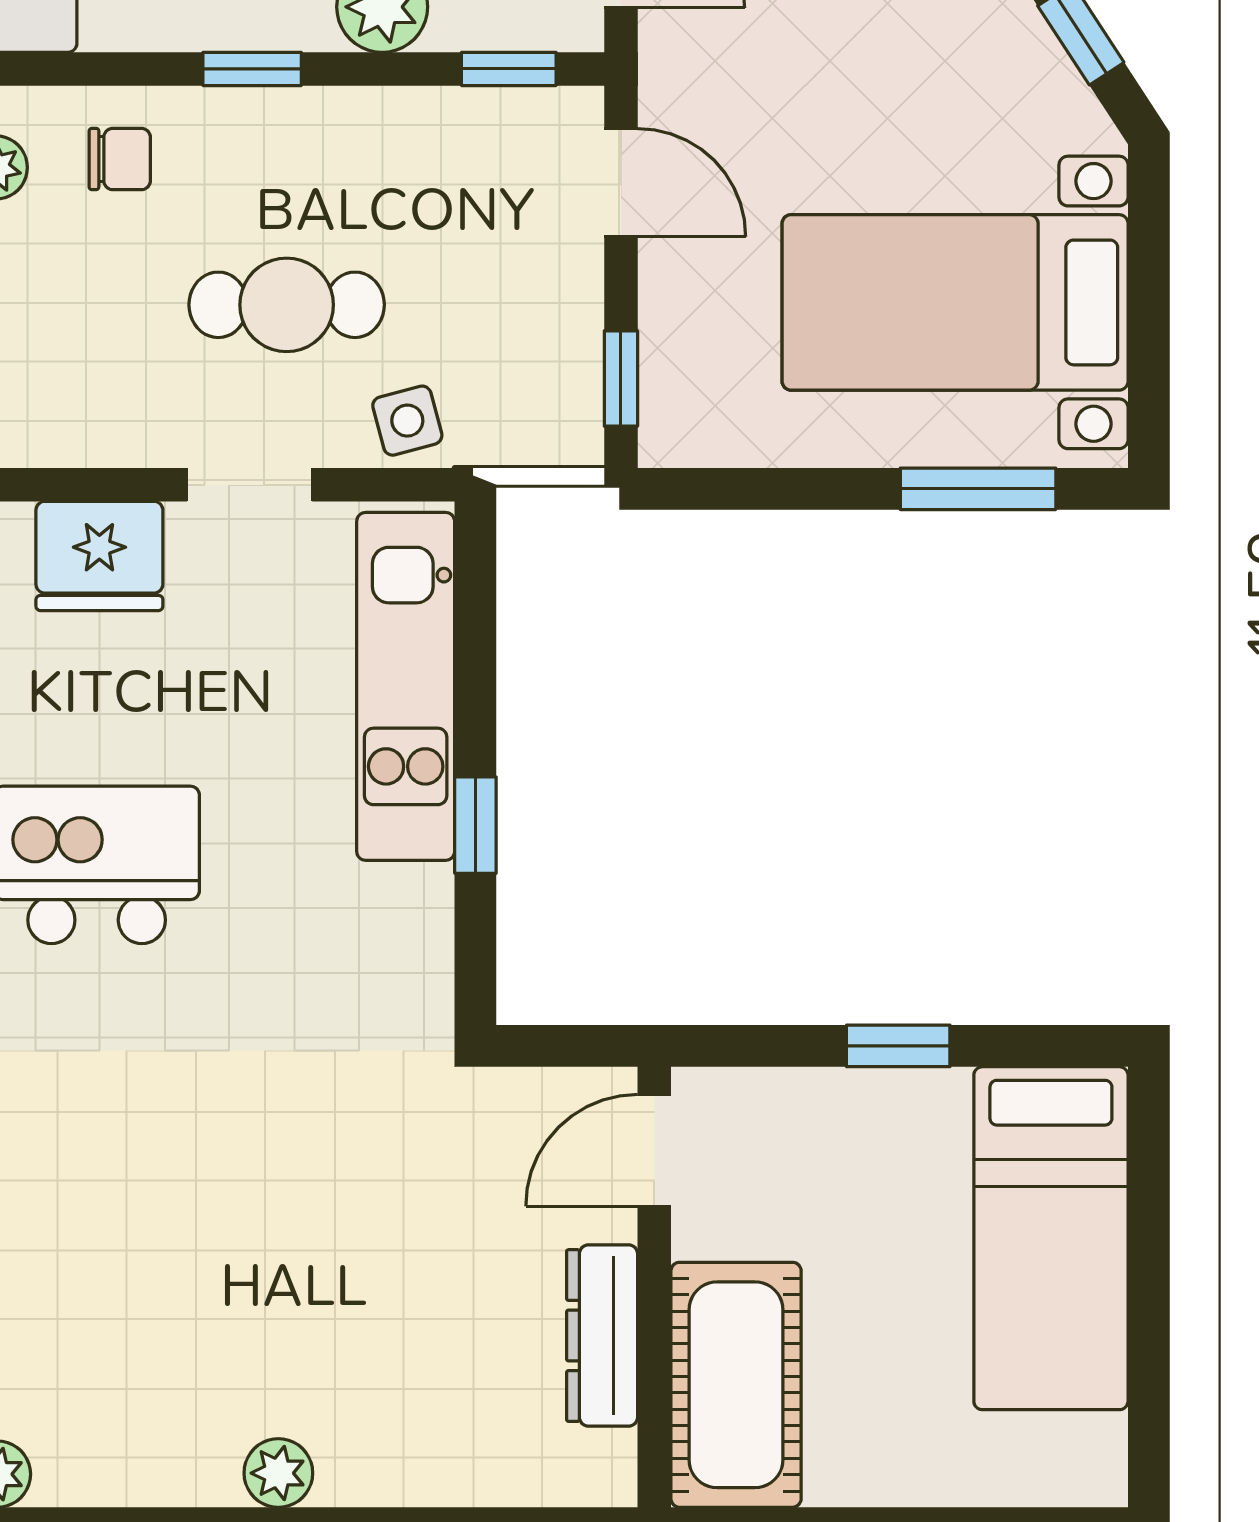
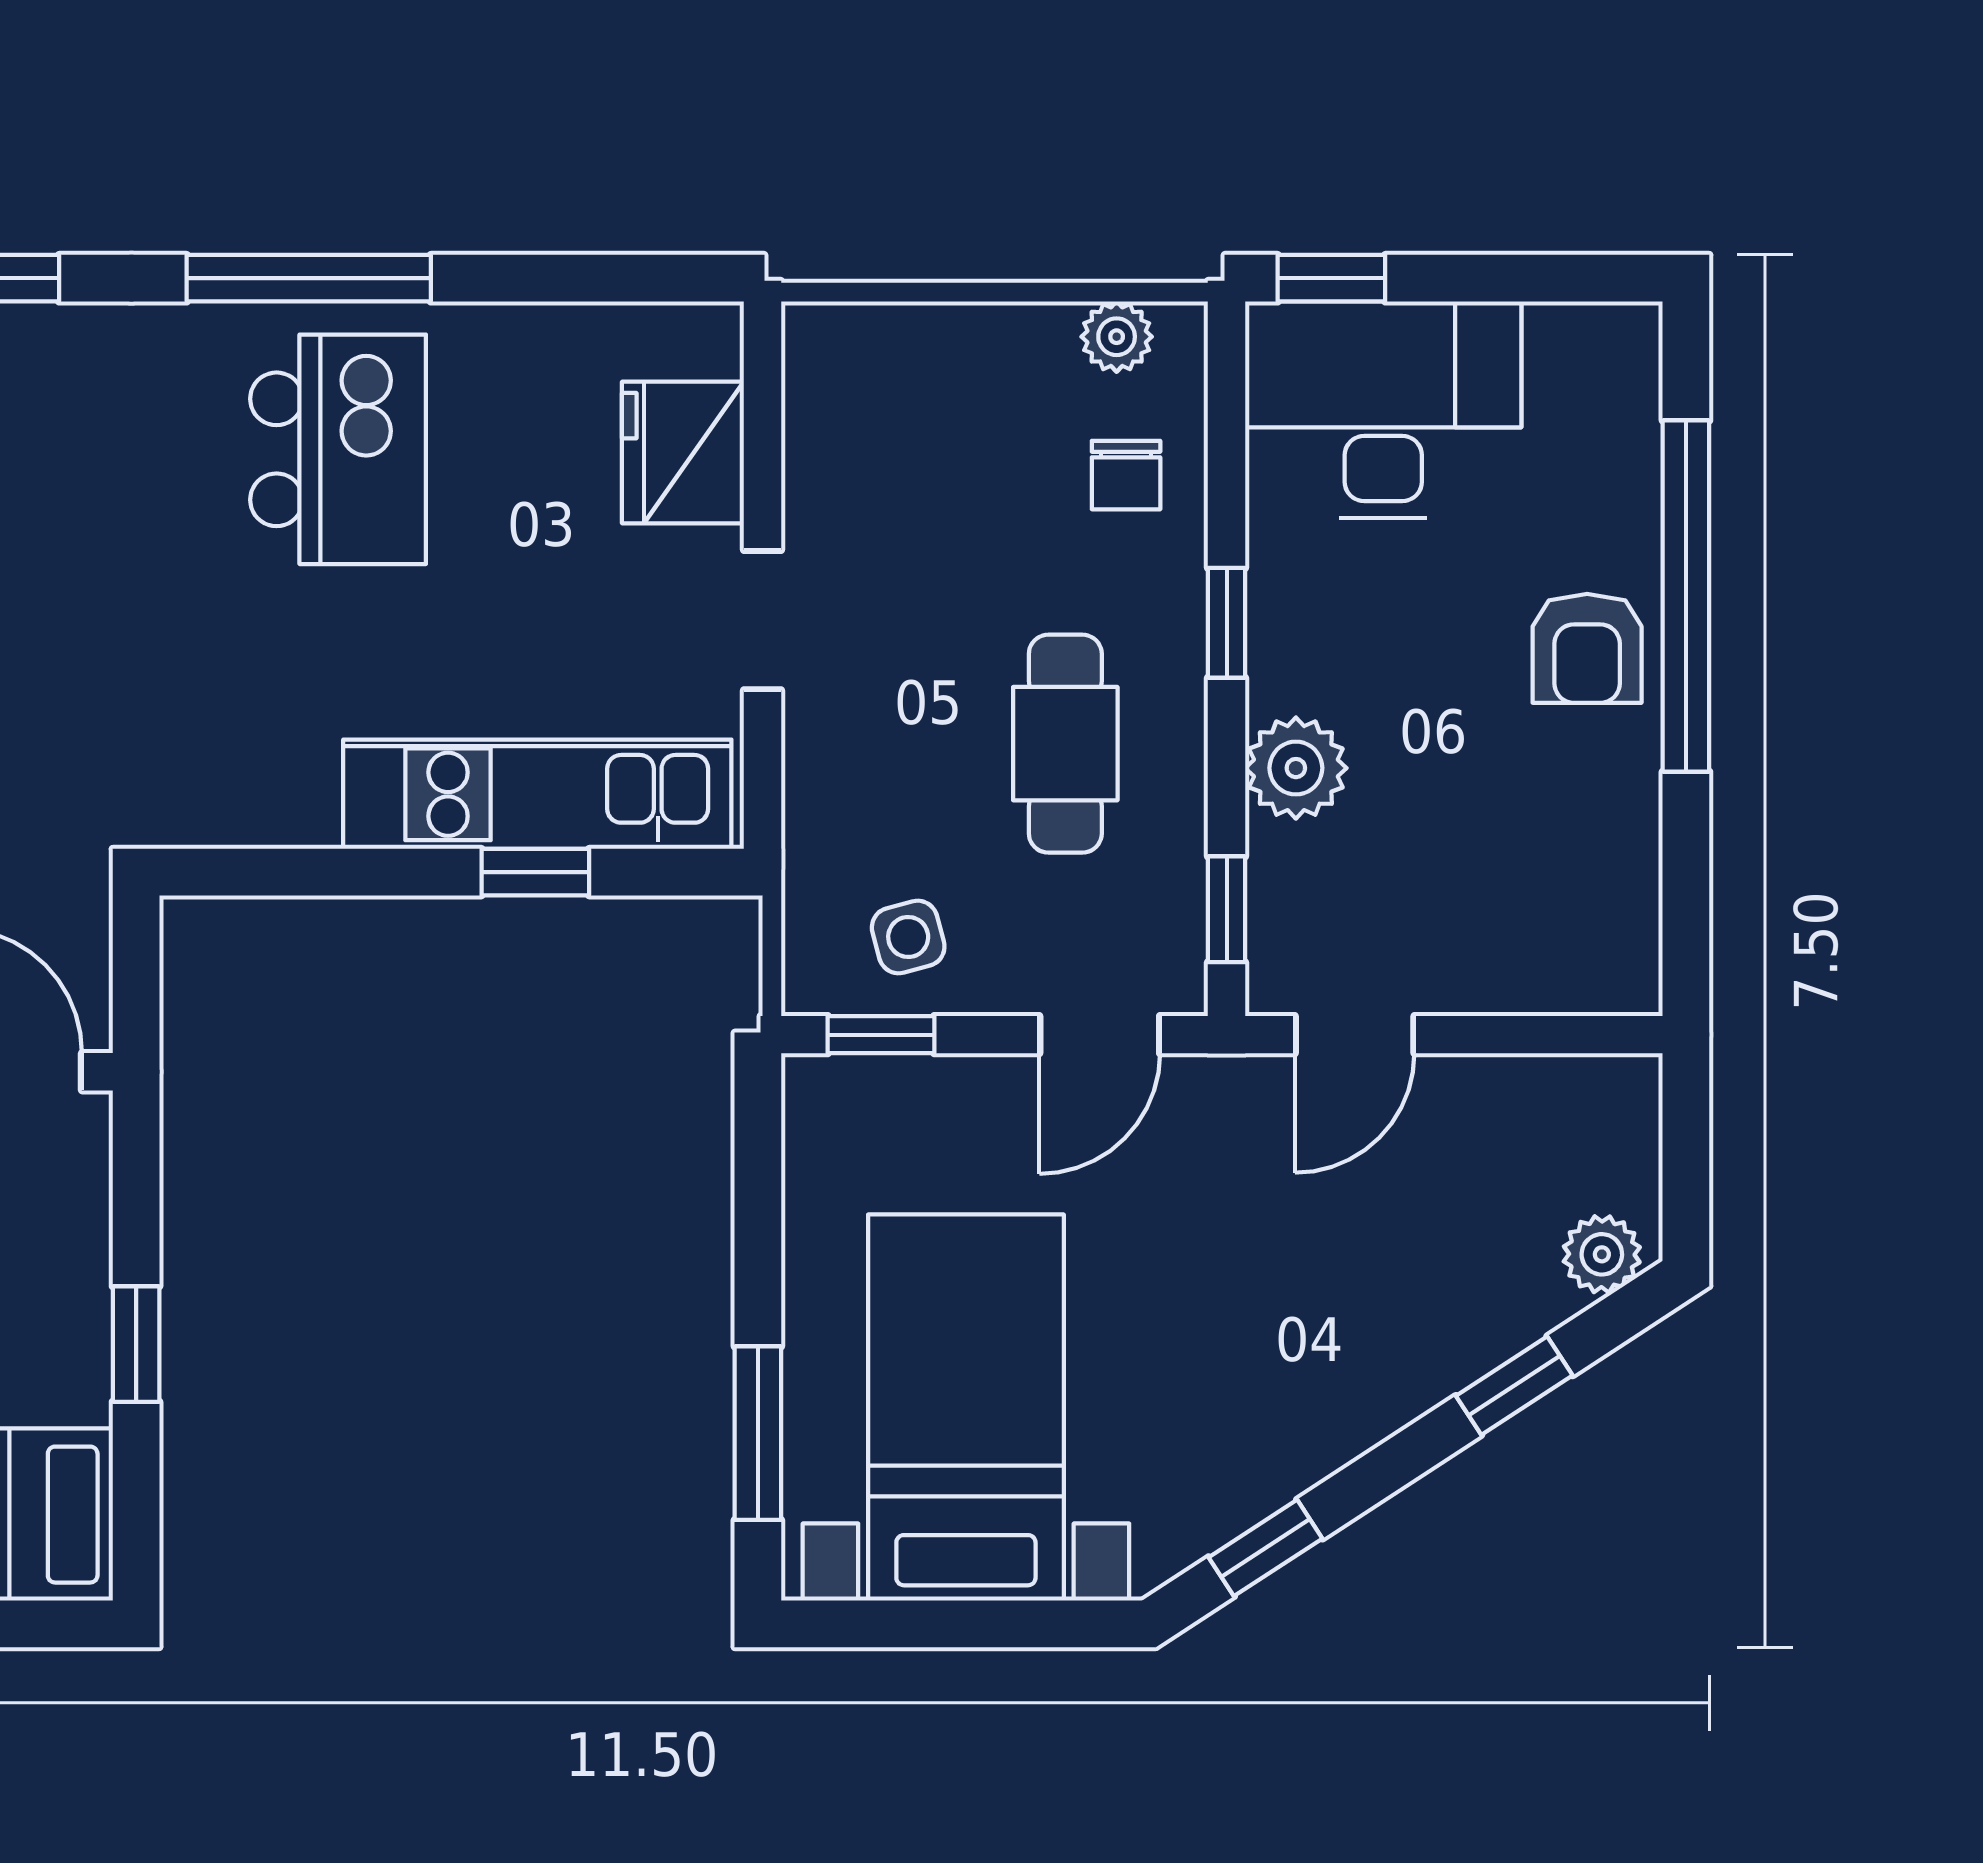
cafe table: (287, 305) -> (1065, 744), moved
side table: (407, 421) -> (908, 937), moved
window: (475, 825) -> (535, 872), moved

